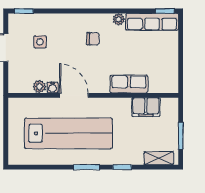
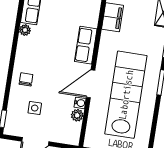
chair: (93, 39) -> (26, 79), moved
row of seats: (129, 84) -> (86, 45), moved

